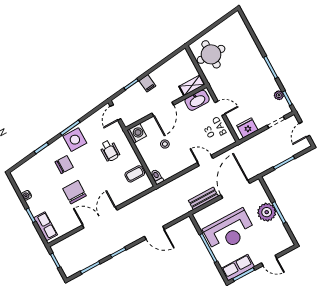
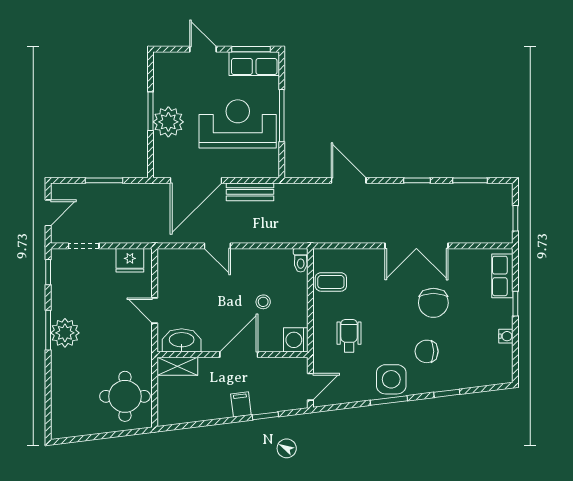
plant: (279, 95) -> (65, 333), moved, width x1.88, depth x1.88

